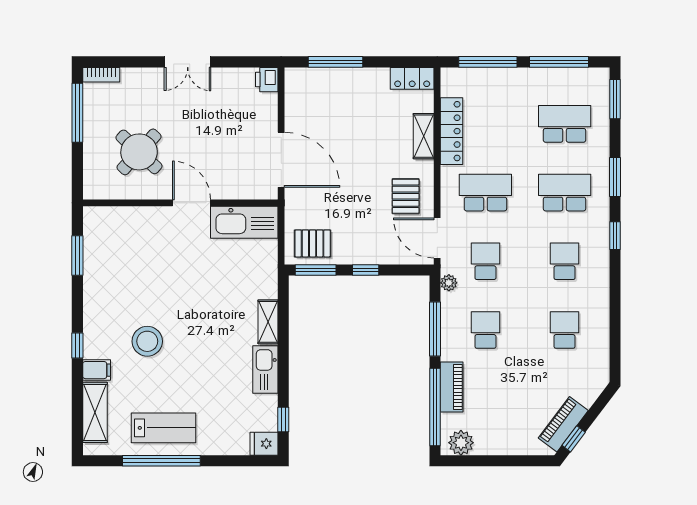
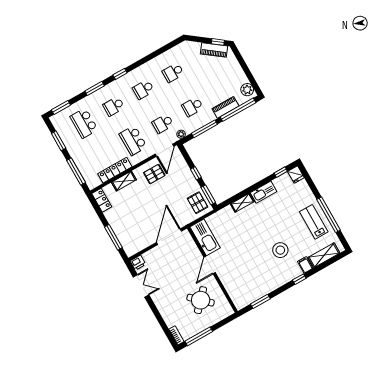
double door: (188, 62) -> (141, 286), moved
window: (559, 62) -> (59, 141), width x0.69
school desk: (565, 193) -> (114, 106), width x0.54

